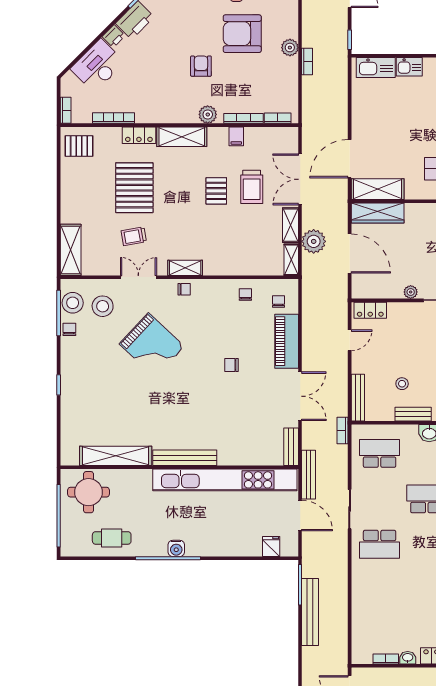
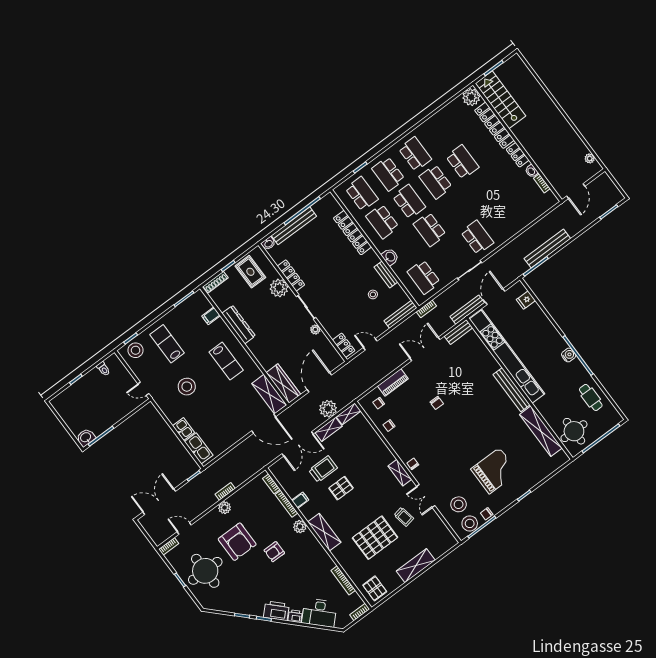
locker: (139, 135) -> (342, 558), removed
shelving: (71, 250) -> (416, 566), moved
piano: (287, 341) -> (393, 382), width x0.73, depth x0.75
grand piano: (152, 345) -> (494, 471), moved, turned 47

